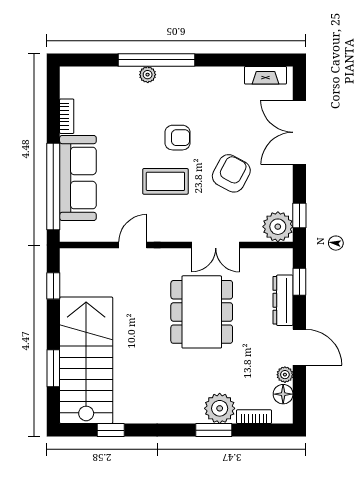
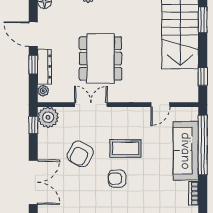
door: (133, 245) -> (160, 105), moved
window: (299, 282) -> (33, 65), moved
plant: (285, 375) -> (43, 91), moved

